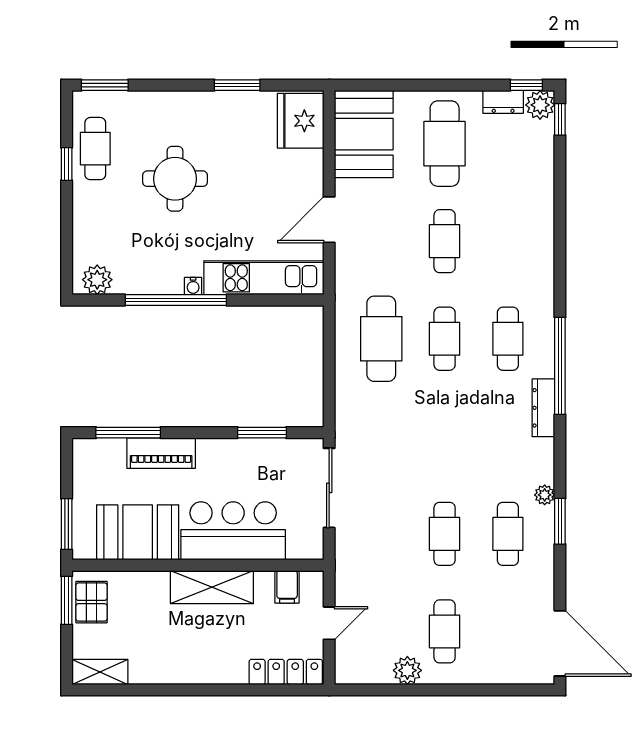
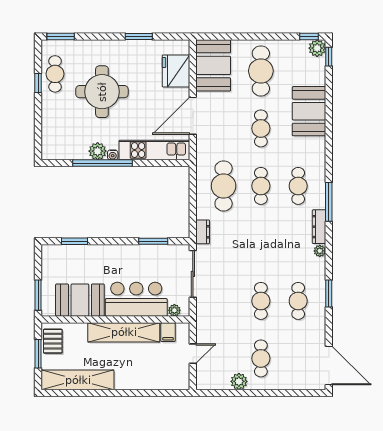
dresser: (503, 102) -> (203, 232), moved, turned -90
fridge: (301, 121) -> (176, 71), moved
round table: (175, 179) -> (102, 92), width x1.36, depth x1.36
booth: (526, 212) -> (309, 111), added
door: (329, 220) -> (193, 116), width x1.36
plant: (97, 280) -> (98, 151), moved
window: (560, 366) -> (329, 202), width x0.68
window: (128, 433) -> (74, 241), width x0.69
piano: (161, 453) -> (94, 253), removed
plant: (545, 495) -> (320, 251), moved
plant: (298, 550) -> (174, 310), added
shelving: (212, 587) -> (124, 332), width x1.47
window: (67, 600) -> (38, 354), moved
shelving: (100, 672) -> (78, 380), width x2.20, depth x1.33
locker: (286, 672) -> (167, 382), removed

